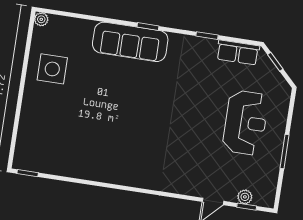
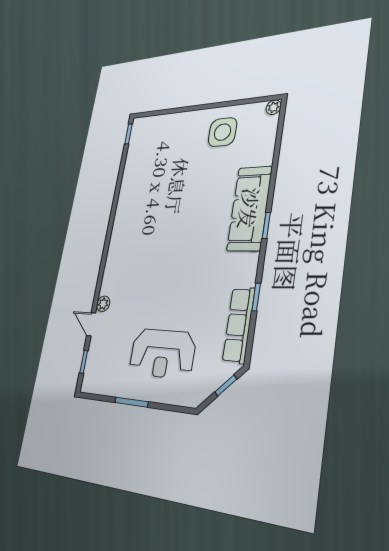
row of seats: (238, 52) -> (239, 325), width x1.48
plant: (245, 197) -> (103, 304), moved

